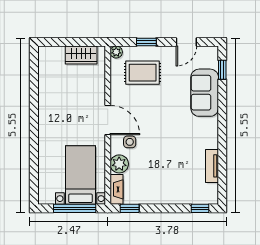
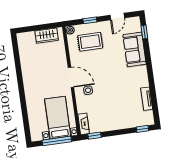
plant: (119, 164) -> (83, 106), removed

